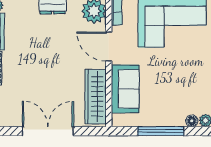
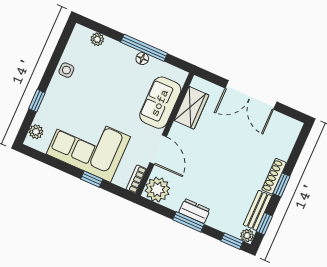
wardrobe: (96, 97) -> (191, 108), width x0.67
floor lamp: (192, 121) -> (142, 59), moved

